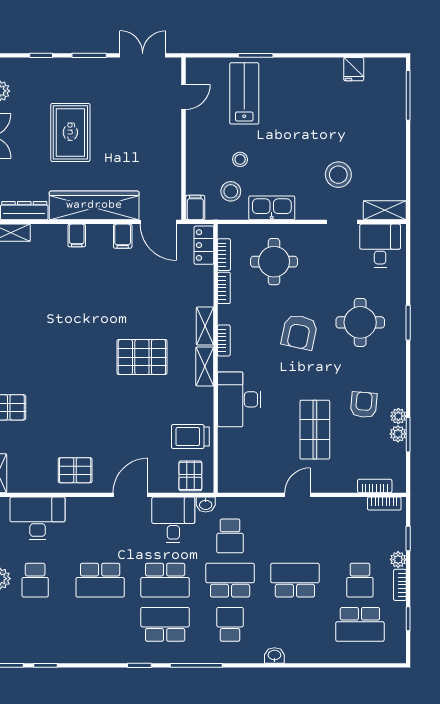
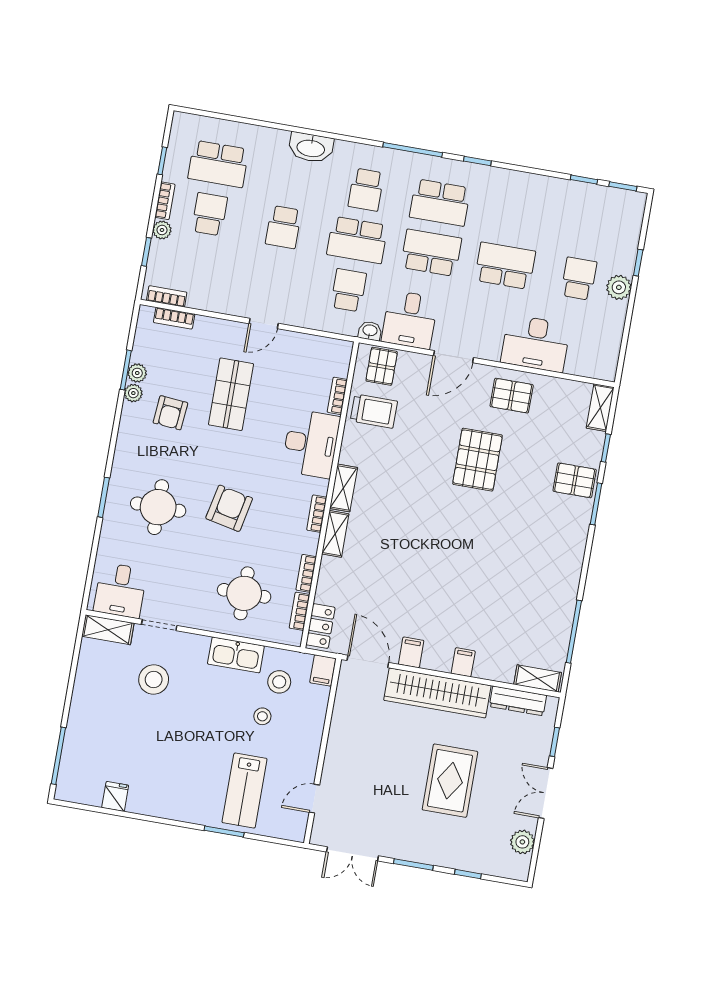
pallet: (142, 357) -> (478, 460), moved, turned 90
bookcase: (224, 444) -> (337, 396), added
desk: (38, 518) -> (536, 343), moved
school desk: (295, 580) -> (283, 227), width x0.54
school desk: (360, 624) -> (218, 164), turned 180
washbasin: (274, 656) -> (311, 148), width x1.91, depth x1.45

